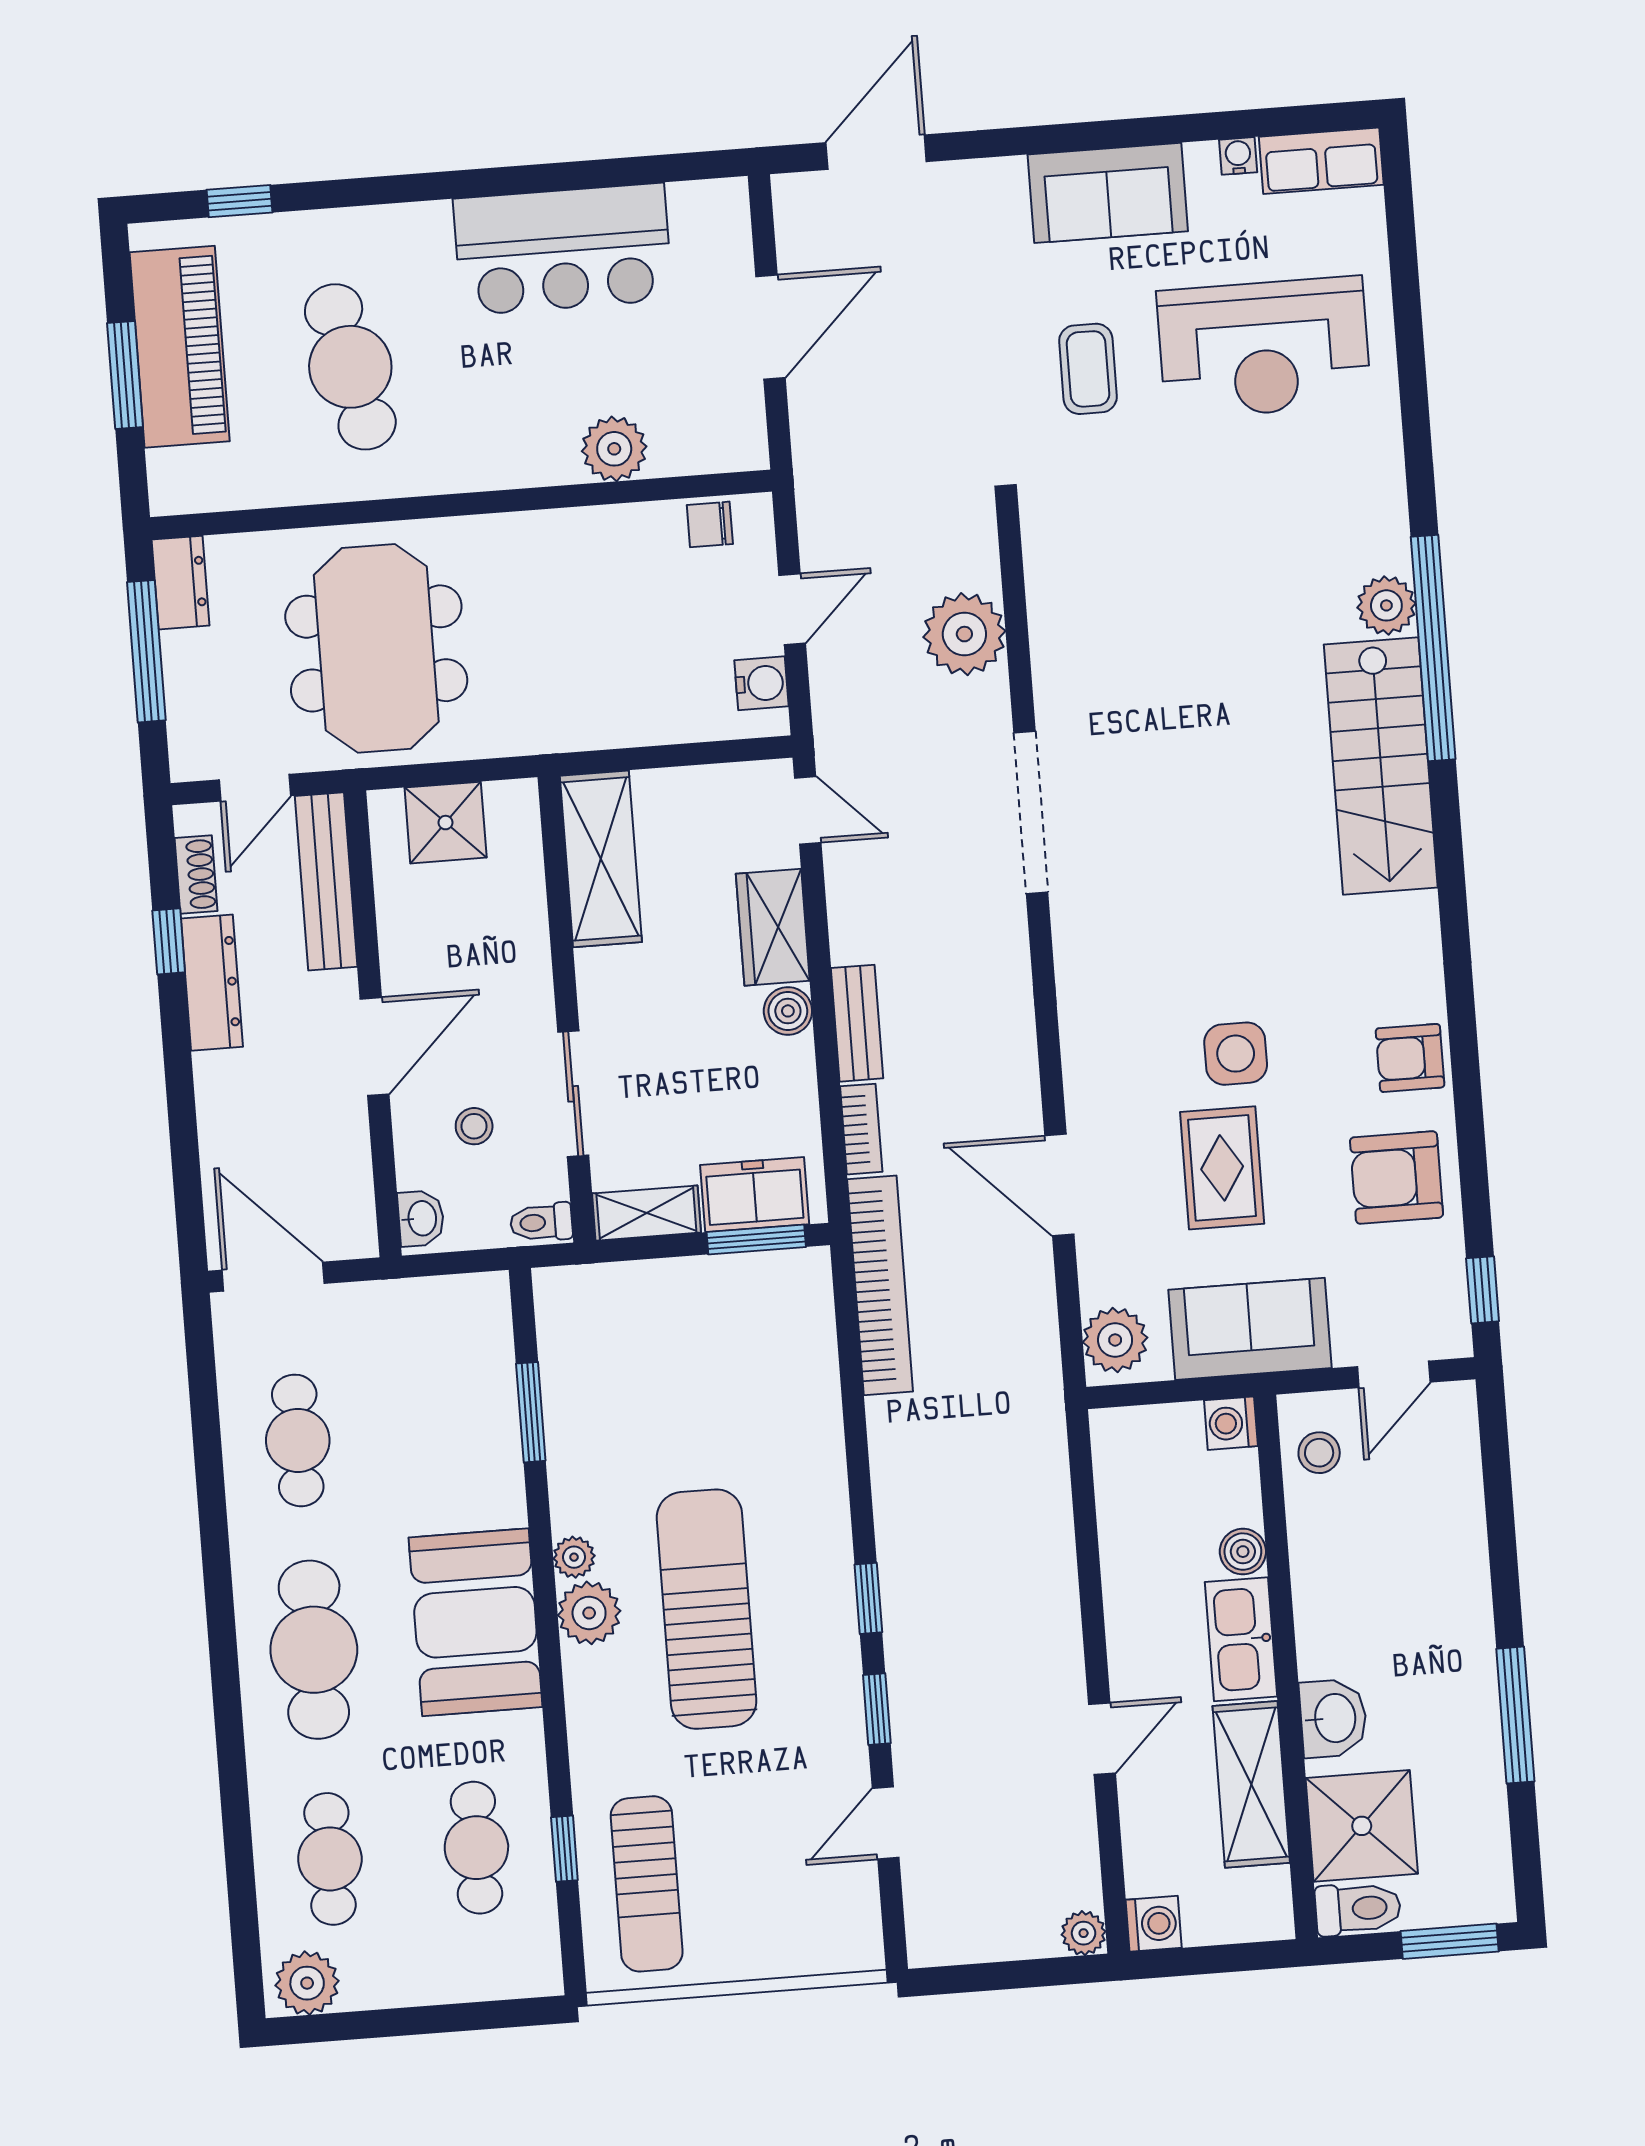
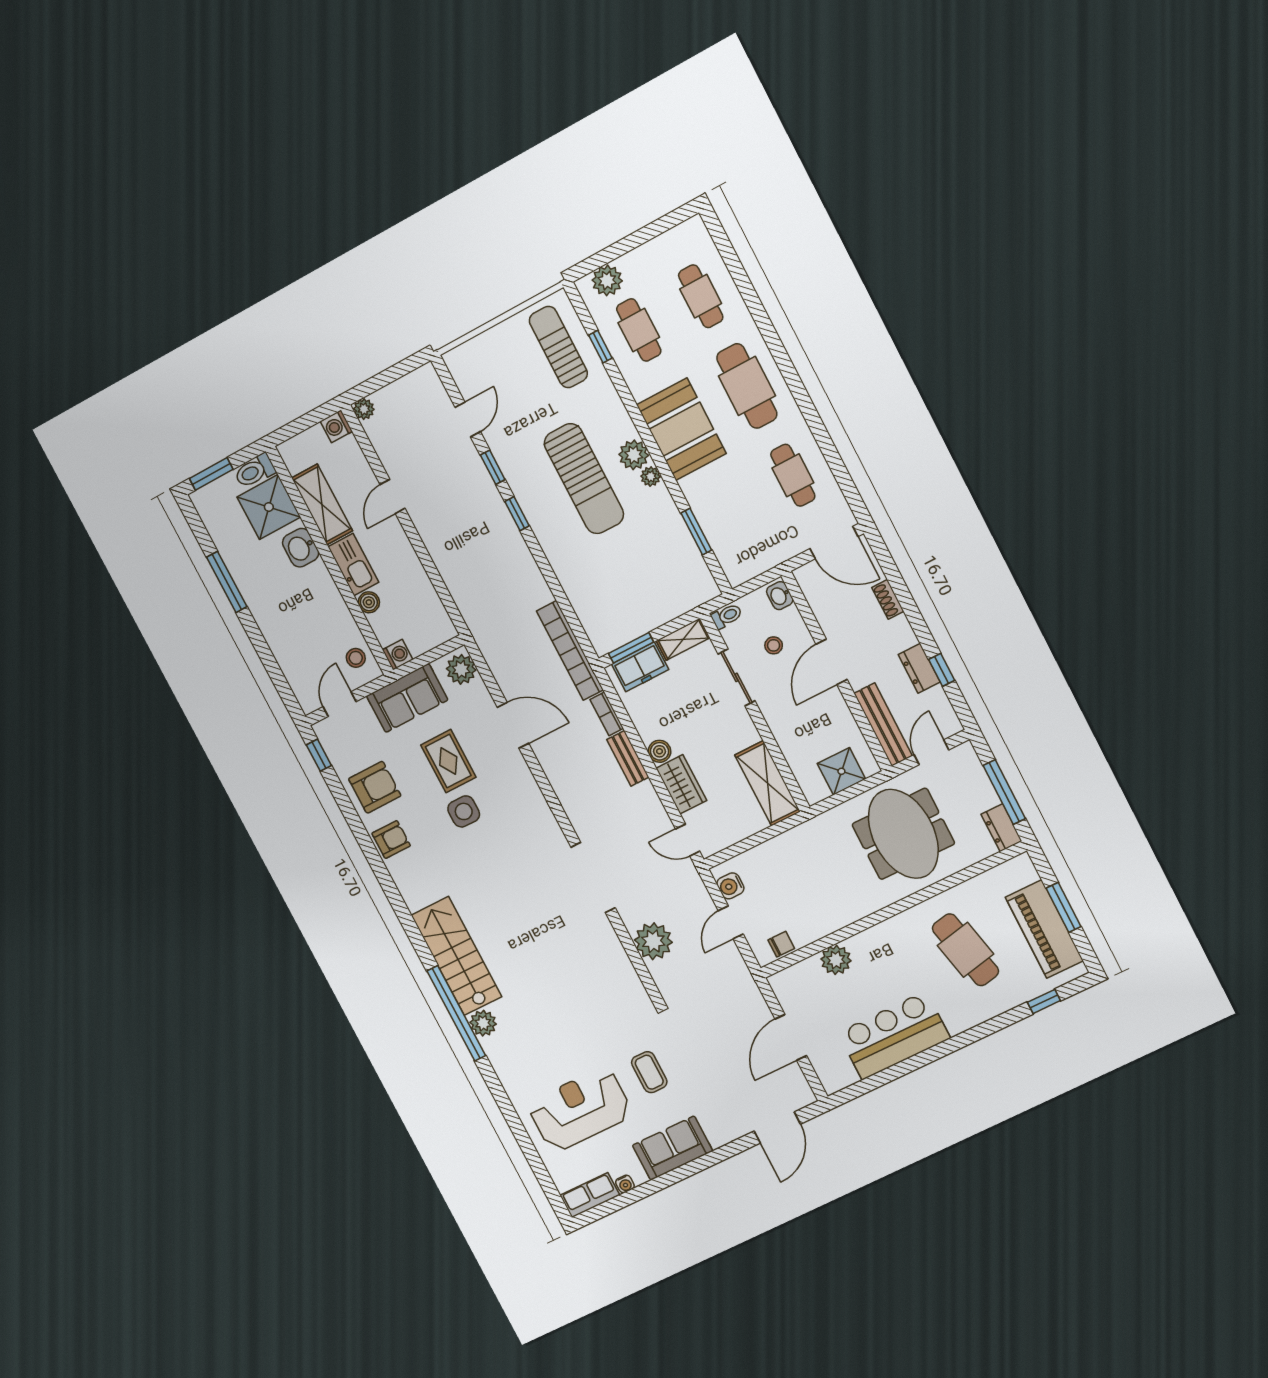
shoe rack: (196, 874) -> (888, 599), moved
dresser: (212, 983) -> (919, 668), width x0.70
plant: (307, 1983) -> (607, 280), moved

